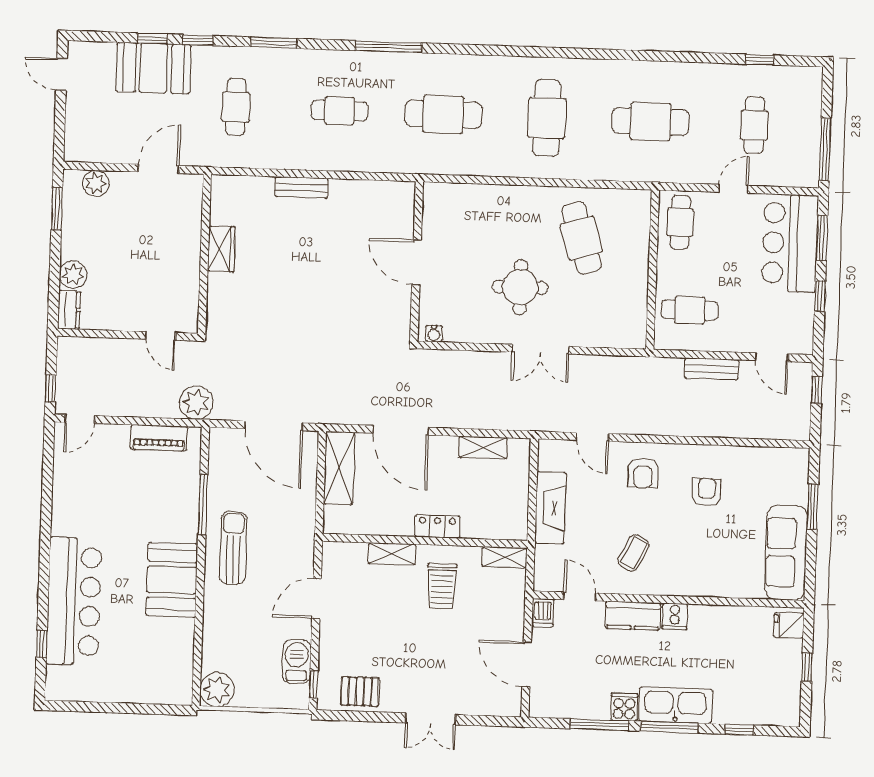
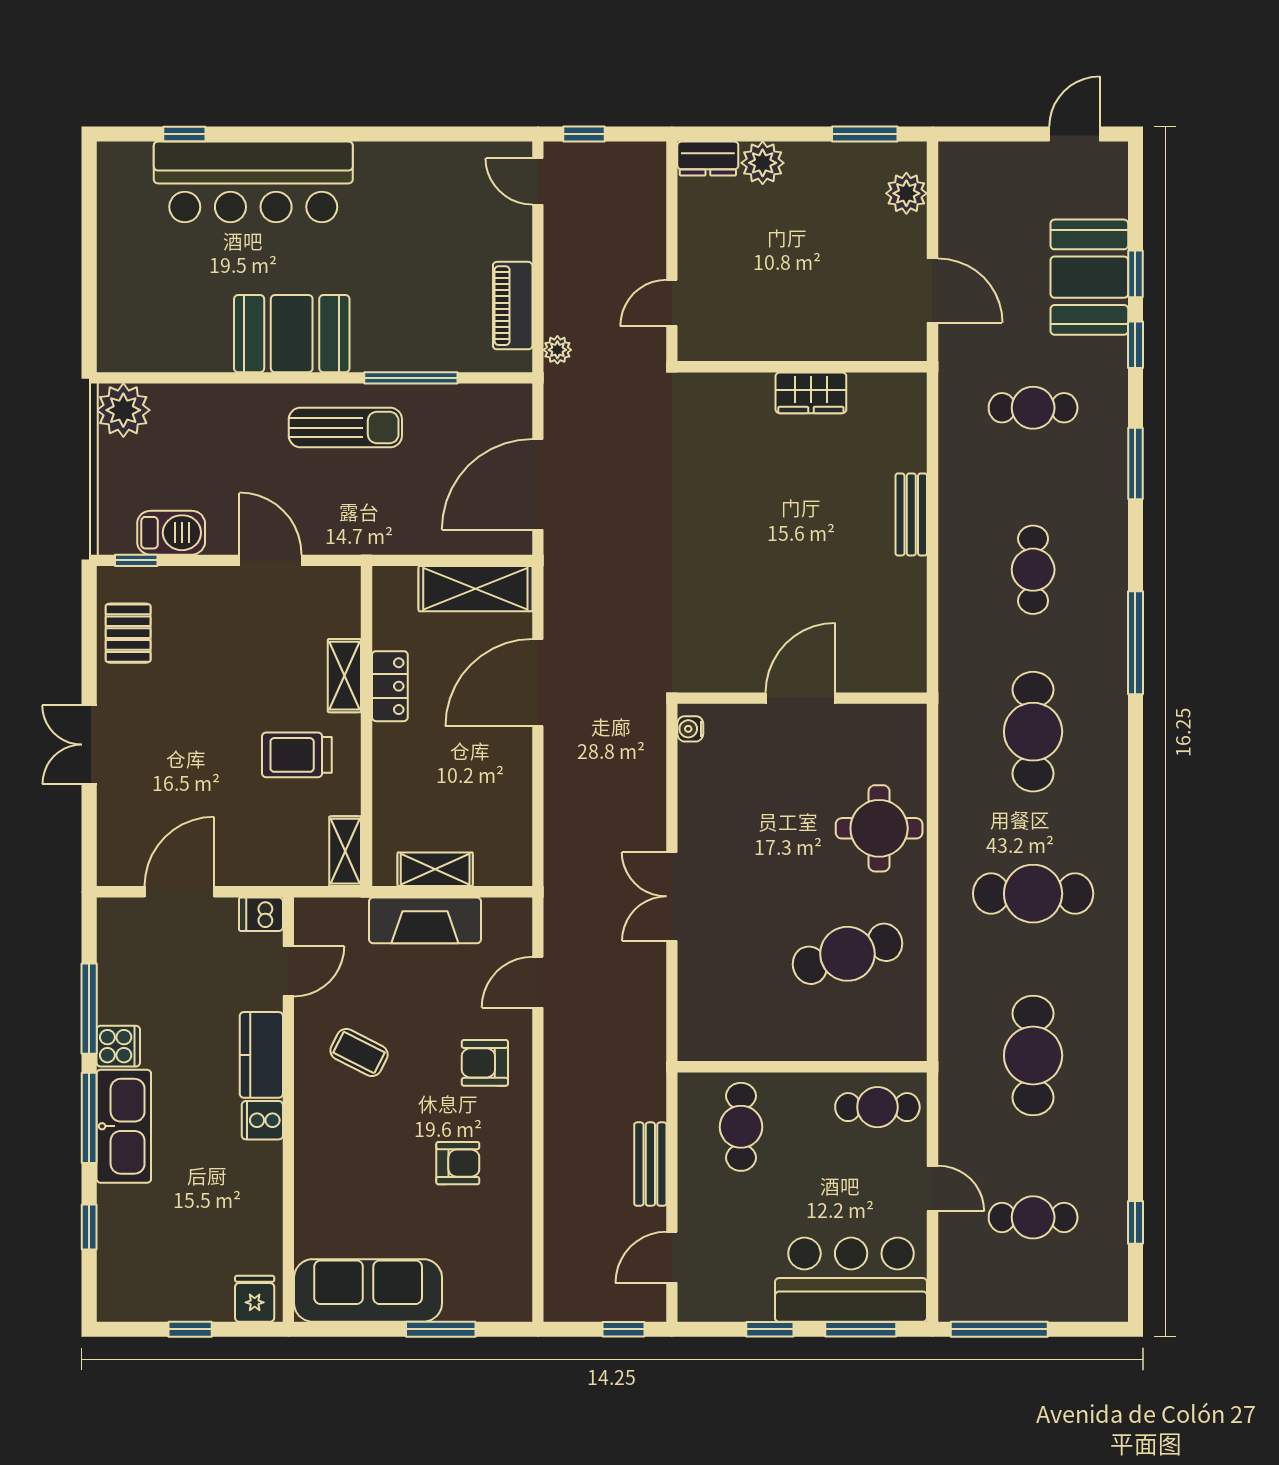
round table: (520, 287) -> (879, 828), moved
plant: (196, 403) -> (557, 350), width x0.53, depth x0.53
shelving: (483, 447) -> (435, 869), moved, turned 90
locker: (437, 526) -> (390, 686), moved

